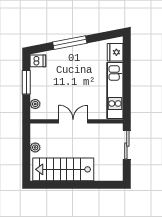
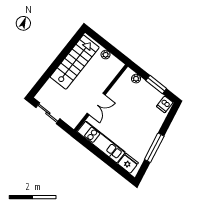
window: (70, 43) -> (154, 148), moved
double door: (73, 121) -> (96, 104), moved
sliding door: (127, 145) -> (48, 113), moved

